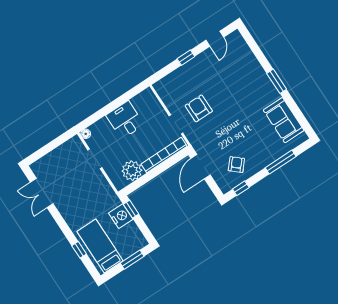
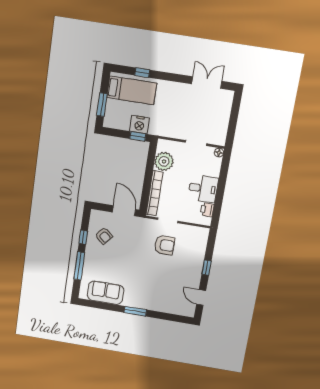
printer: (139, 101) -> (207, 210), added
window: (241, 188) -> (83, 237), moved

